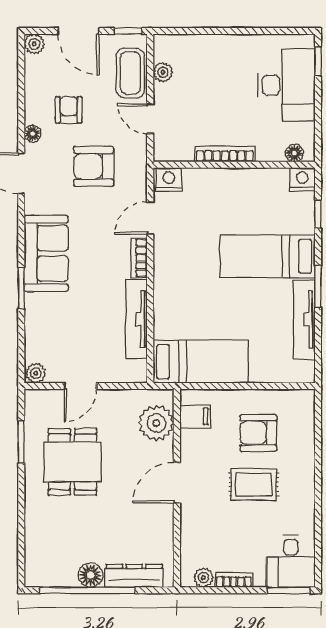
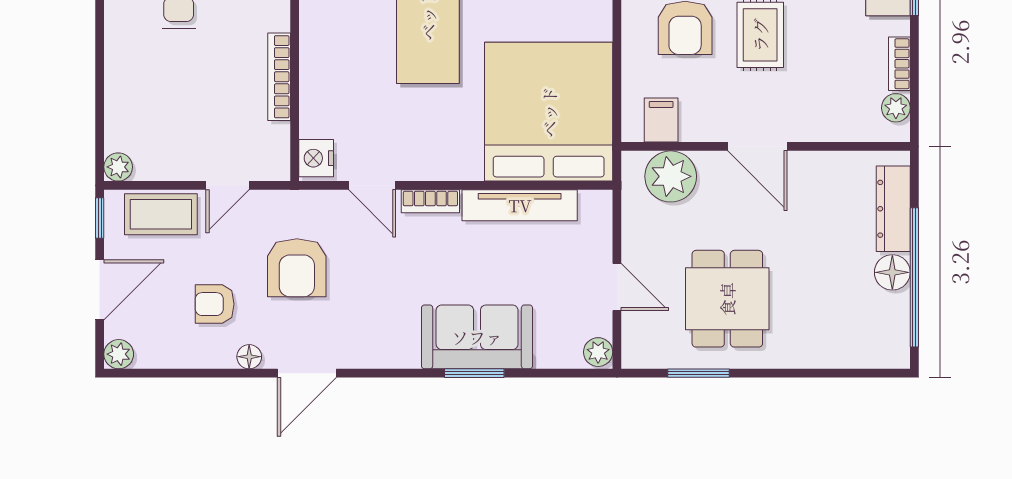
plant: (163, 72) -> (118, 167), moved
sofa: (46, 253) -> (477, 337), moved
bed: (201, 362) -> (549, 112), width x2.04
dining table: (72, 462) -> (727, 299), turned 90

